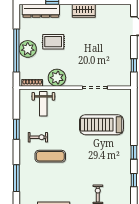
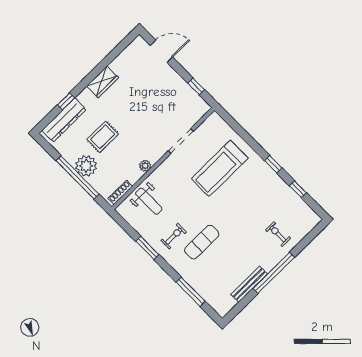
plant: (57, 78) -> (145, 166), width x0.53, depth x0.53

